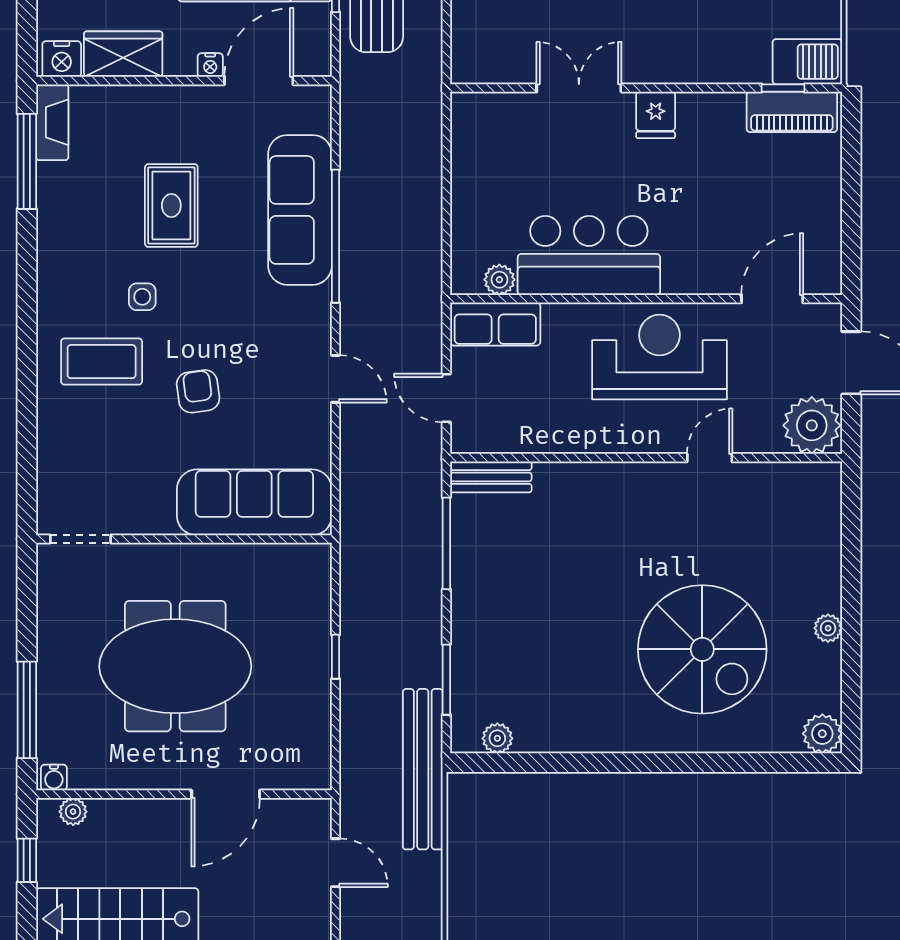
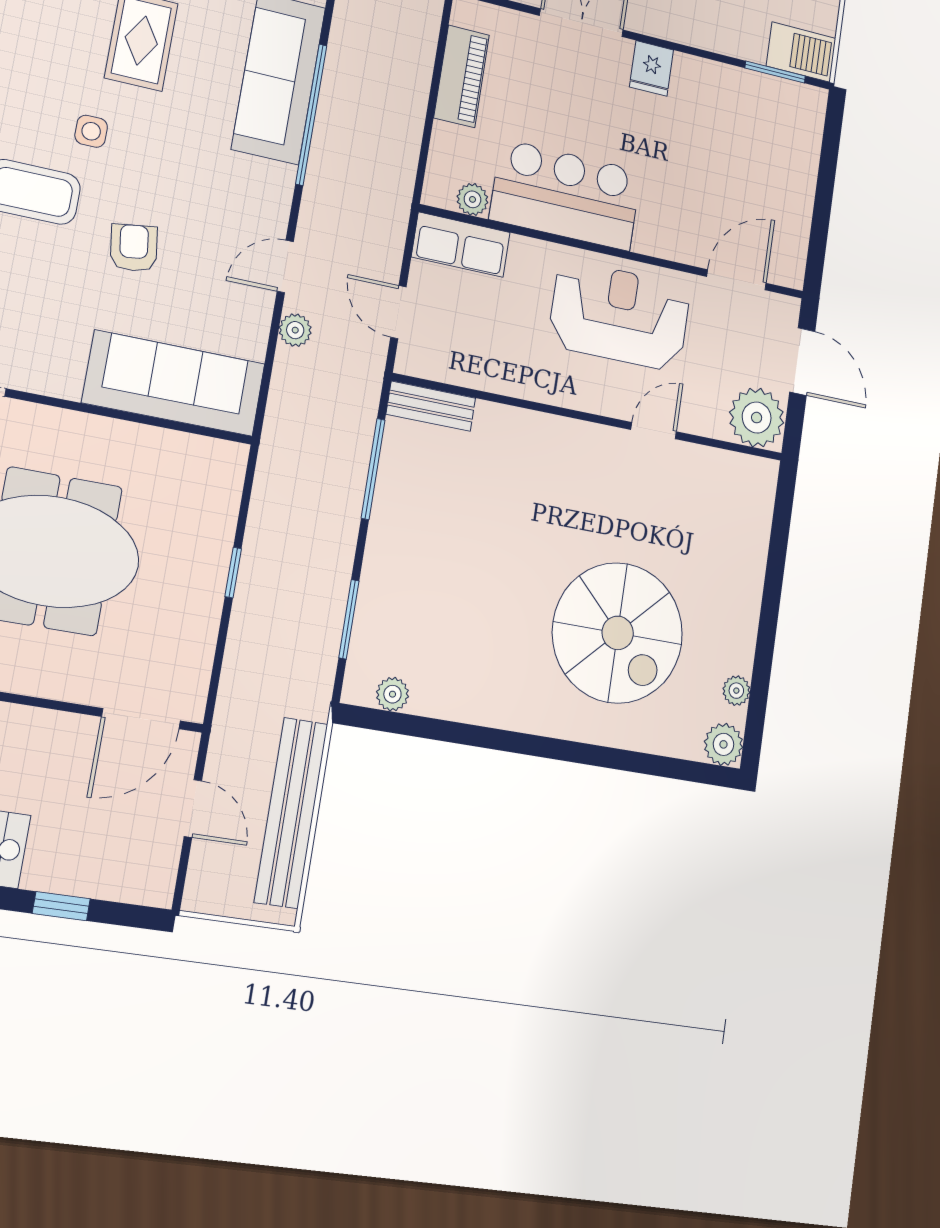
window: (783, 88) -> (775, 72), width x1.50
piano: (792, 112) -> (462, 76), moved, turned -90
door: (335, 379) -> (285, 266), swing flipped
plant: (354, 434) -> (295, 330), added
plant: (828, 628) -> (736, 691), moved
bench: (423, 769) -> (291, 813), moved
door: (226, 794) -> (141, 719), moved

